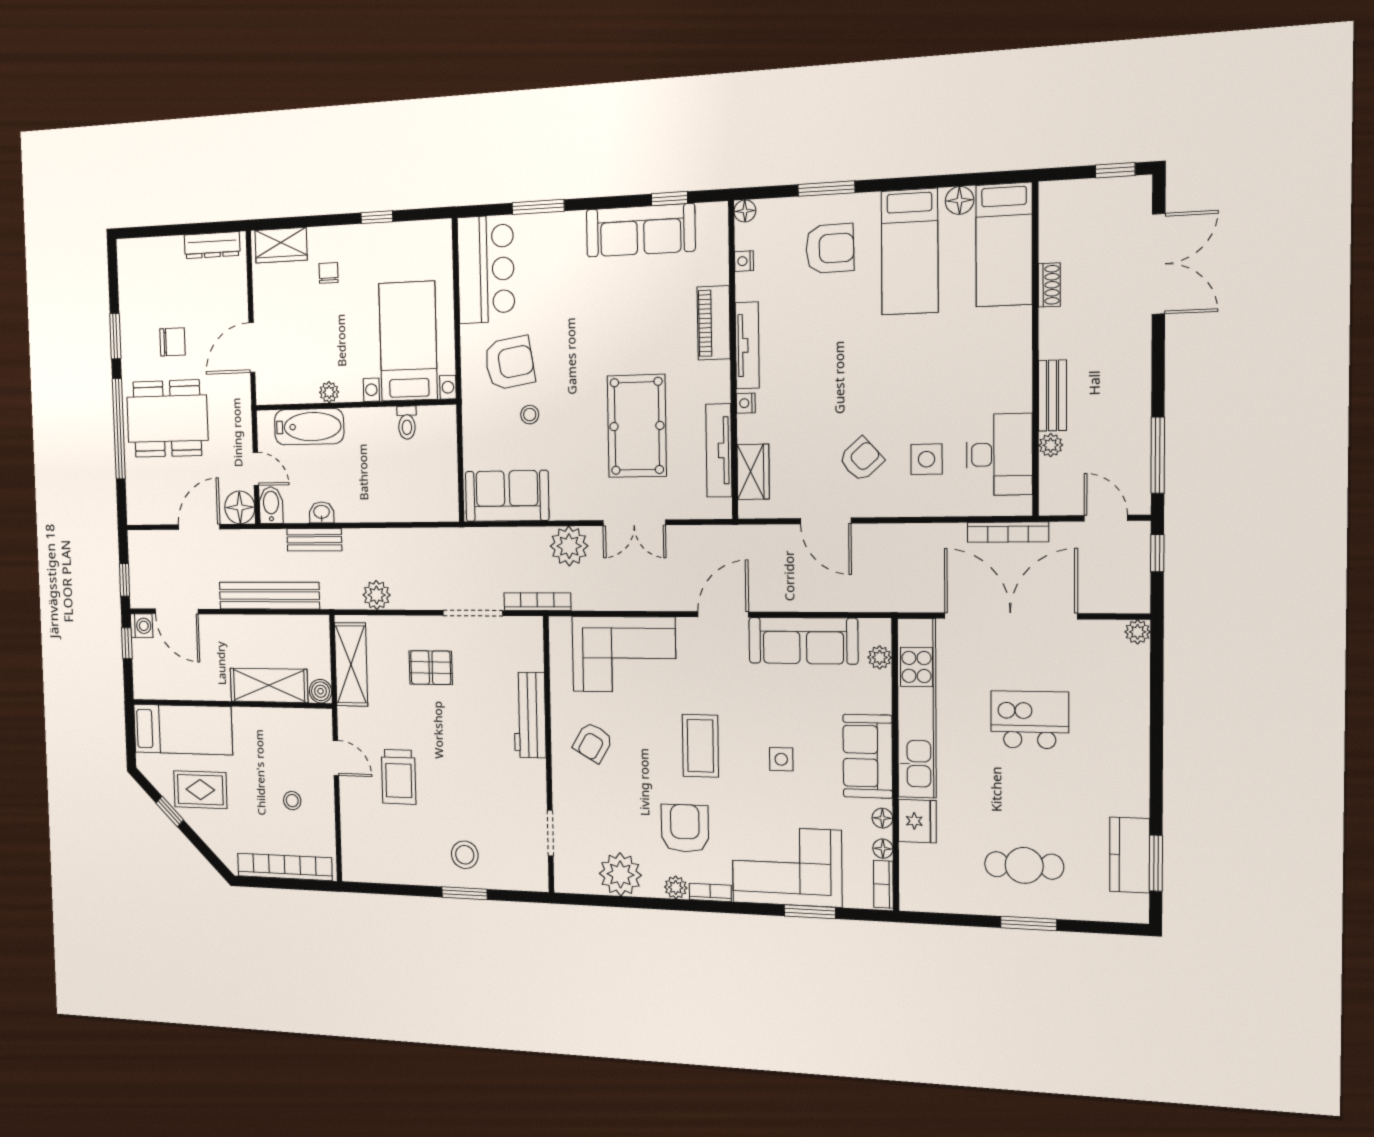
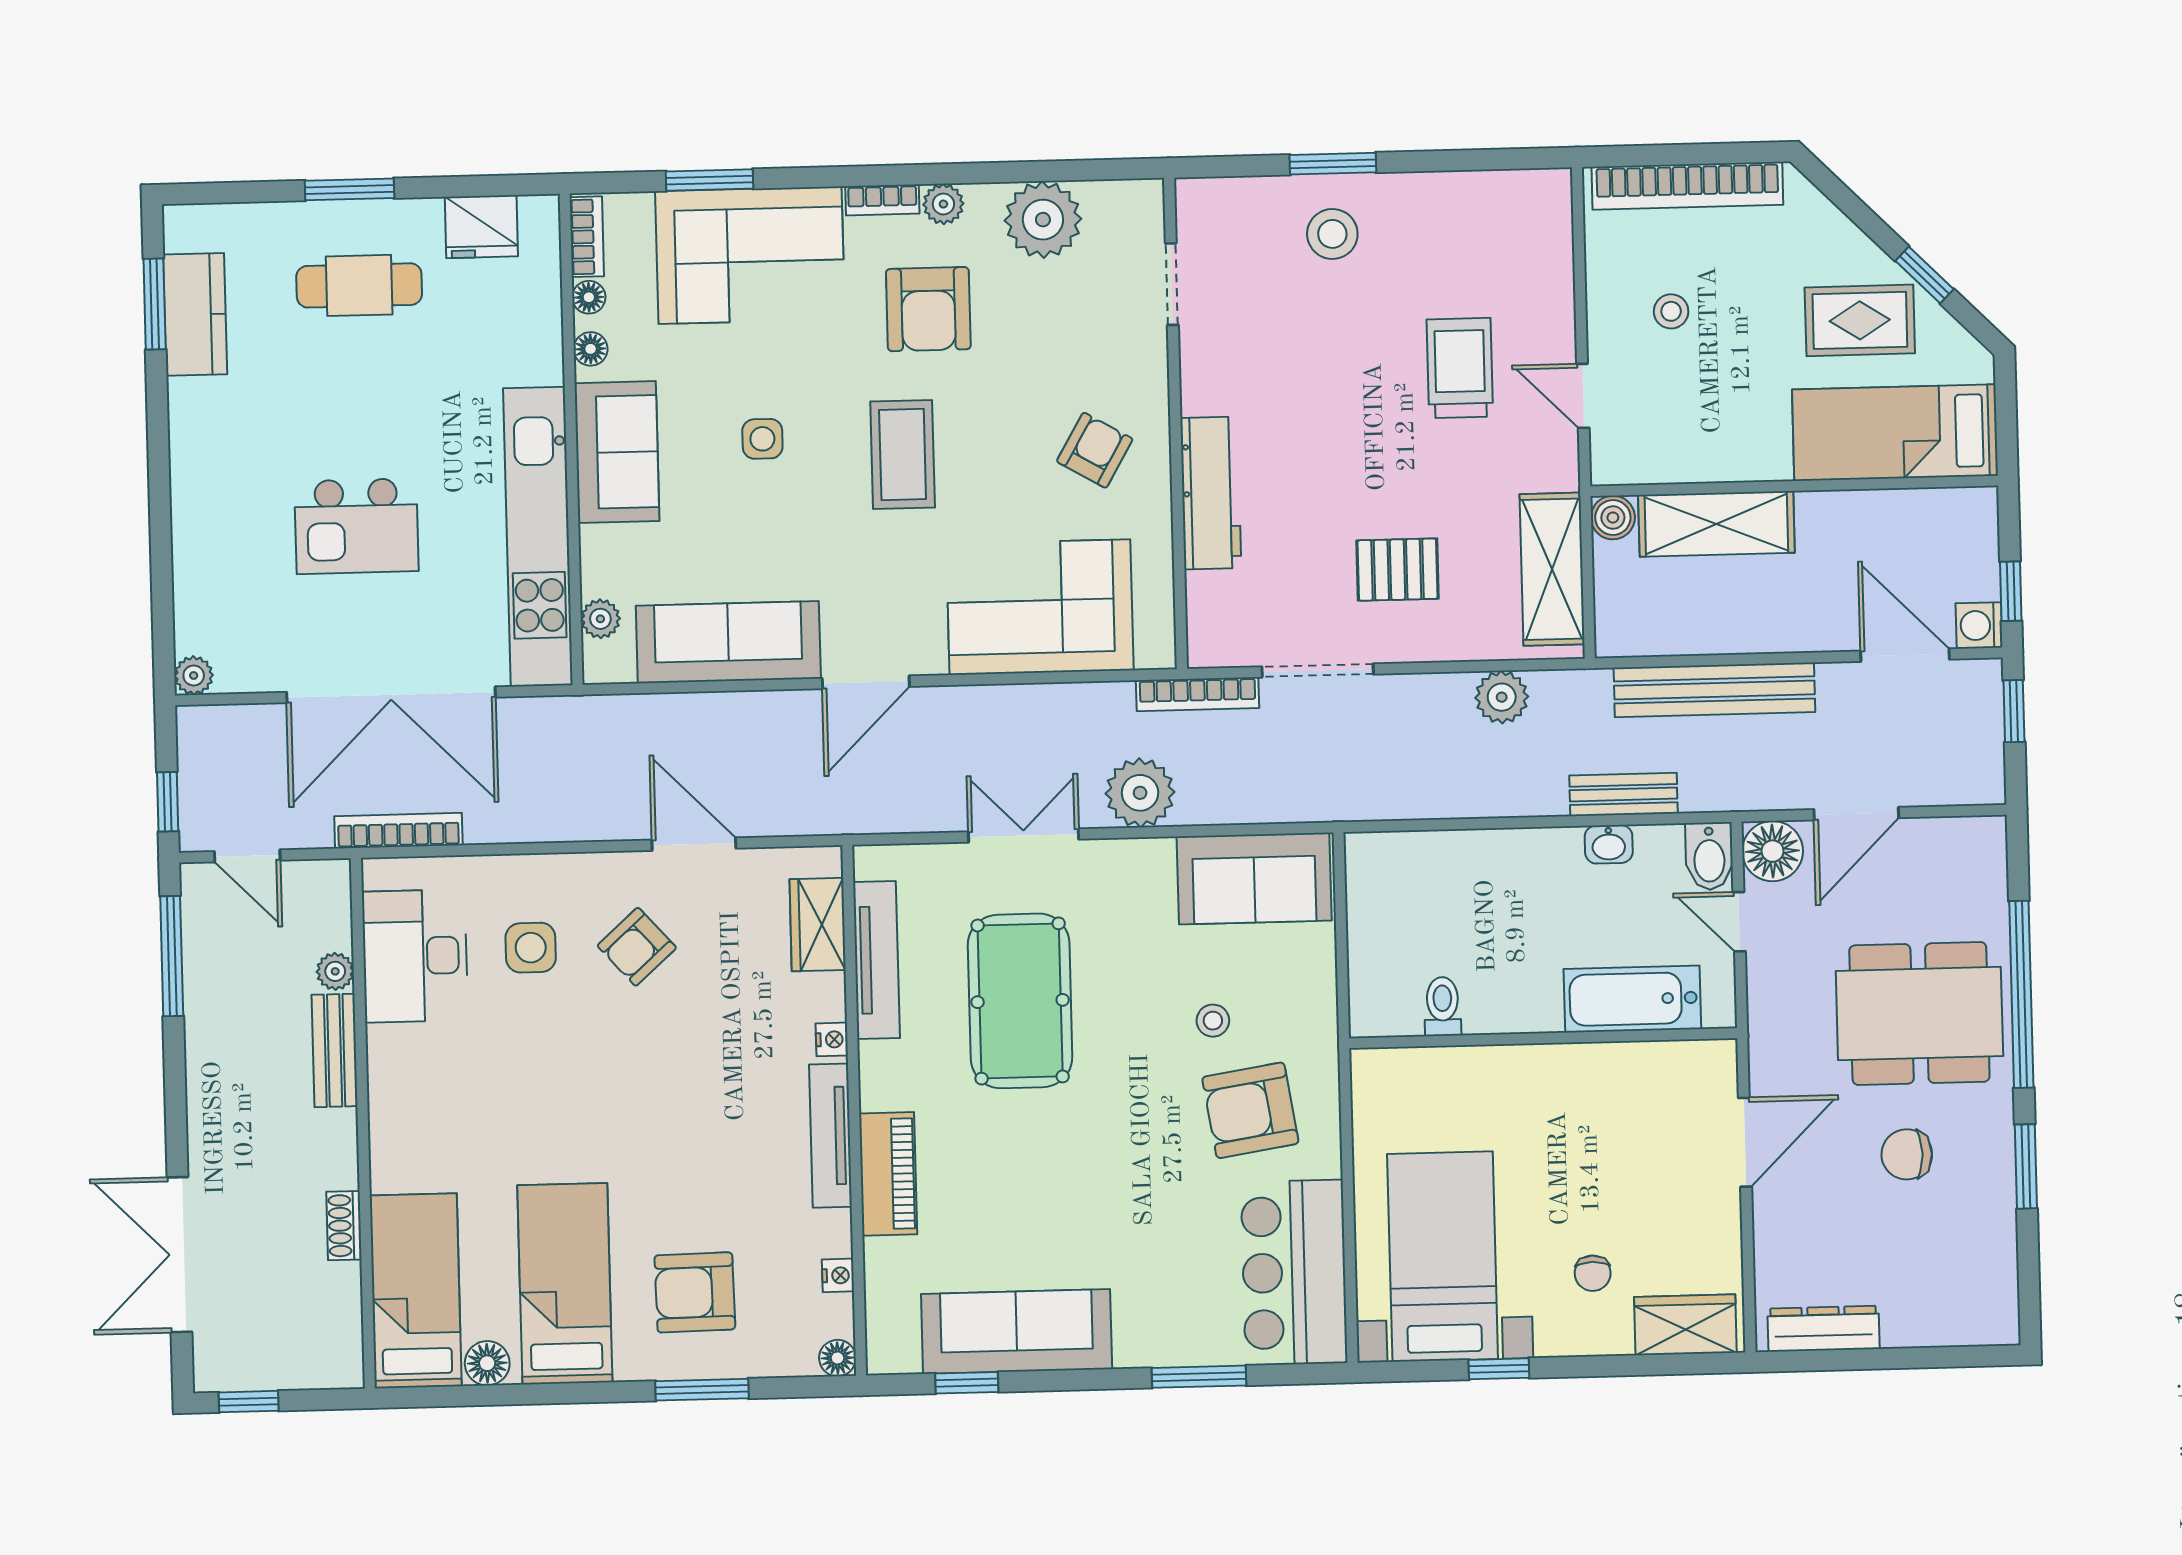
bed with nightstands: (408, 341) -> (1443, 1256), moved, turned 180
plant: (329, 392) -> (1593, 1061), removed
fridge: (917, 821) -> (481, 227), moved, turned -90

